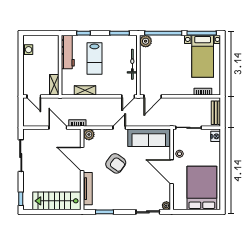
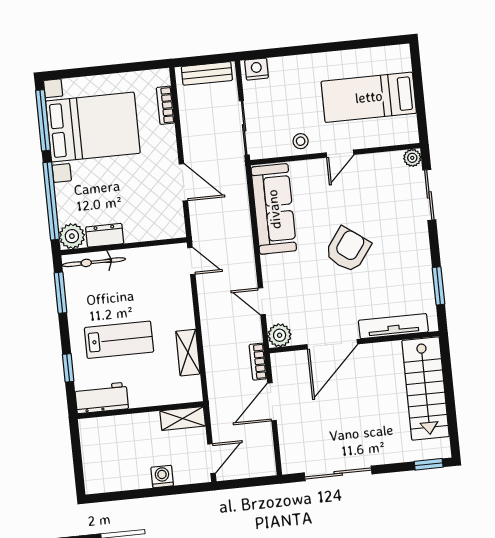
washing machine: (28, 50) -> (162, 476), moved
workbench: (68, 52) -> (102, 398), width x0.73
bed with nightstands: (203, 56) -> (93, 127), width x1.36
dresser: (144, 57) -> (105, 235), added
bicycle: (132, 64) -> (94, 262), moved
door: (153, 96) -> (183, 182), moved
door: (119, 128) -> (262, 301), moved
armchair: (116, 163) -> (348, 250), moved
door: (172, 172) -> (340, 154), width x0.53
bed: (202, 188) -> (369, 97), width x0.67

